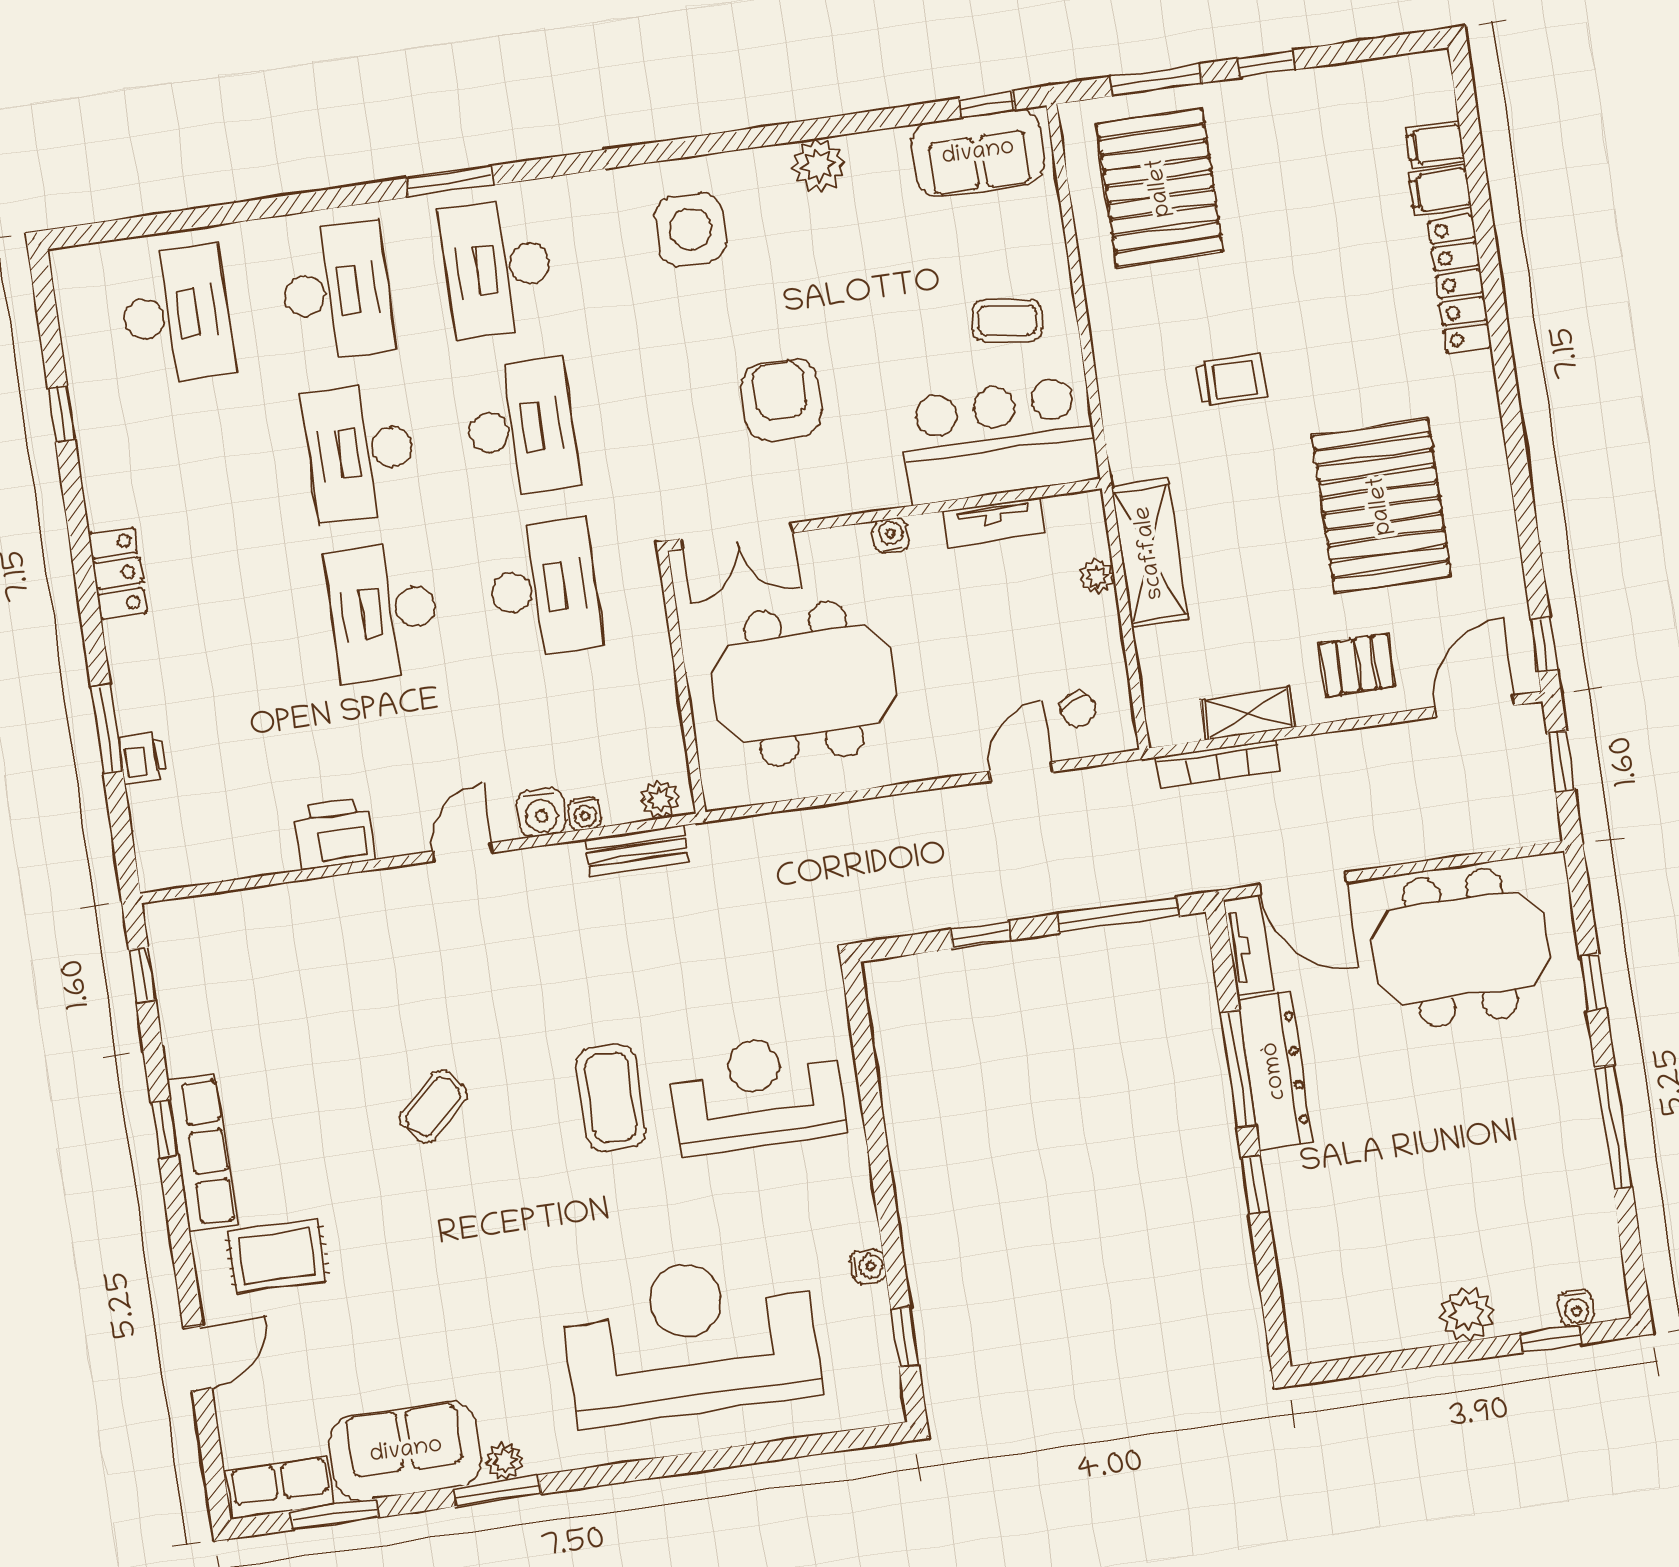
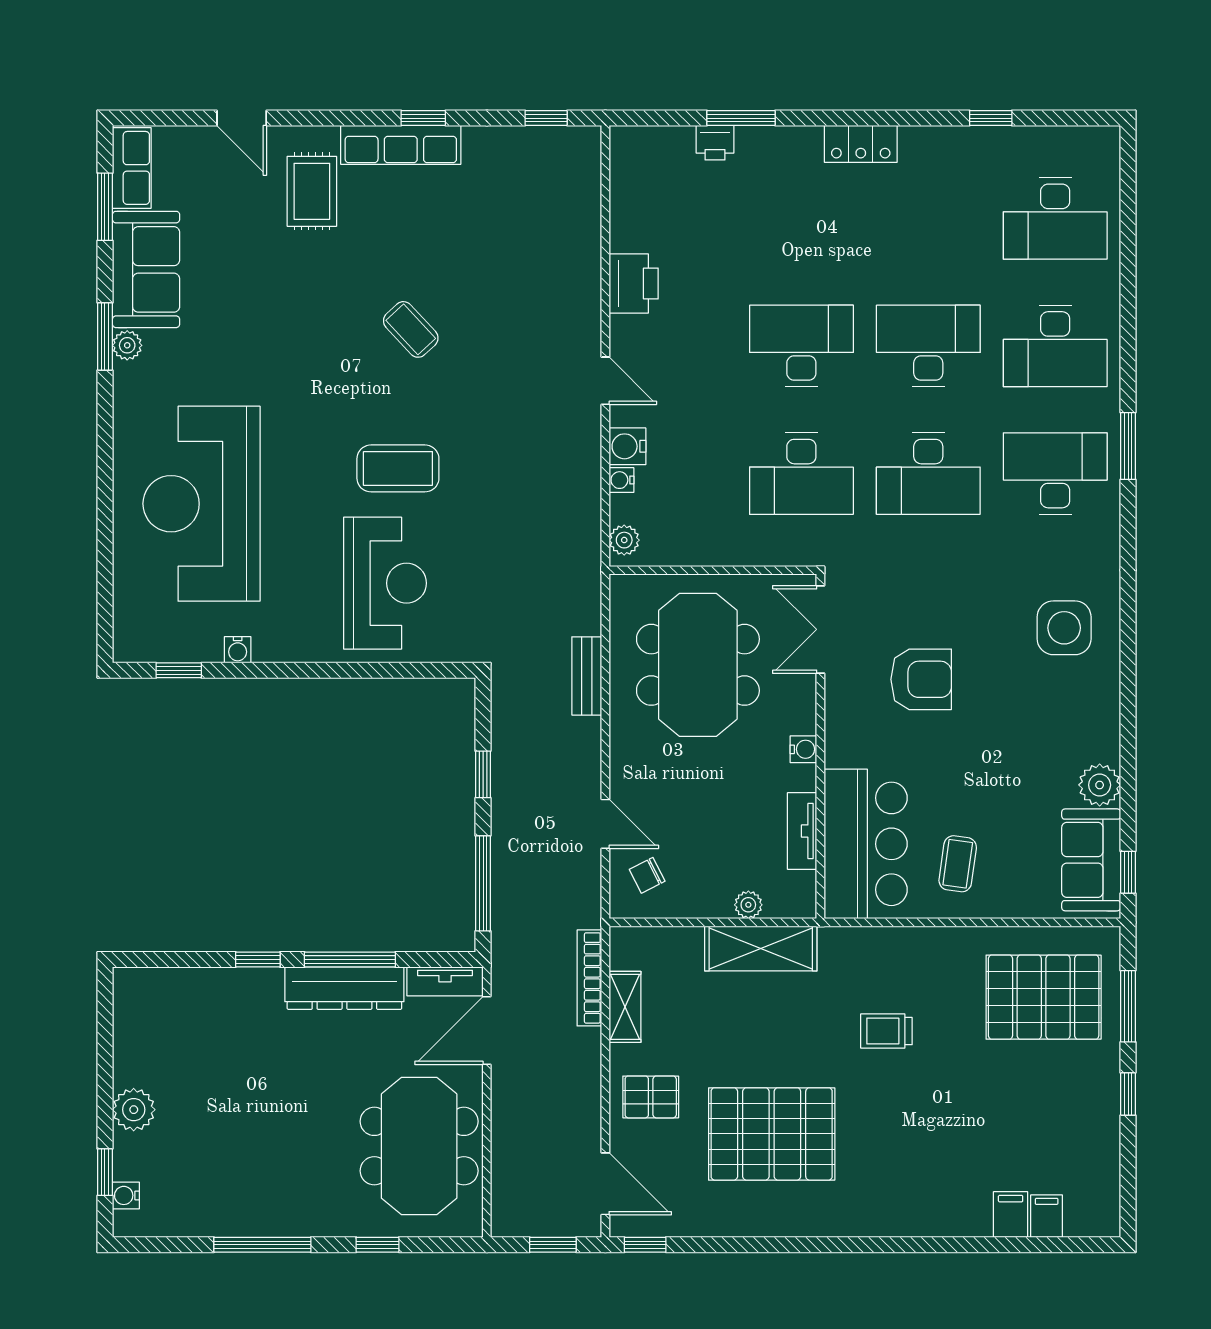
plant: (818, 165) -> (1100, 785), moved
locker: (1459, 284) -> (935, 1219), removed
trolley: (1231, 380) -> (886, 1031), turned 90
pallet: (1357, 665) -> (651, 1097), turned 90
bench: (637, 851) -> (587, 676), moved
reception desk: (691, 1339) -> (202, 504), turned 180

